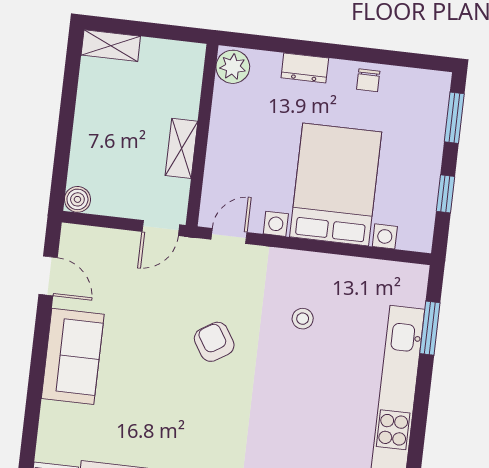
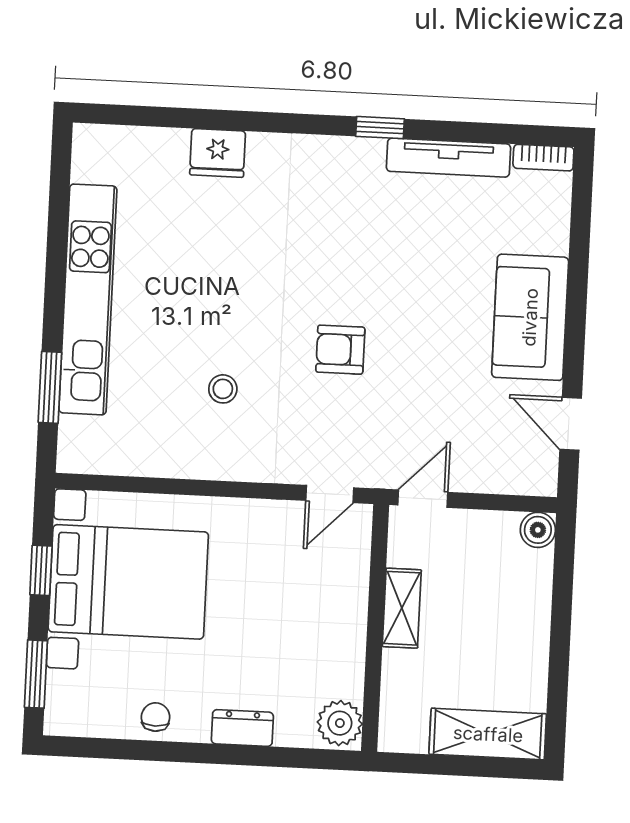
shelving: (111, 46) -> (488, 734), width x1.50, depth x1.33
bed with nightstands: (336, 184) -> (128, 582), moved, turned -90
armchair: (214, 342) -> (340, 350), turned 122

